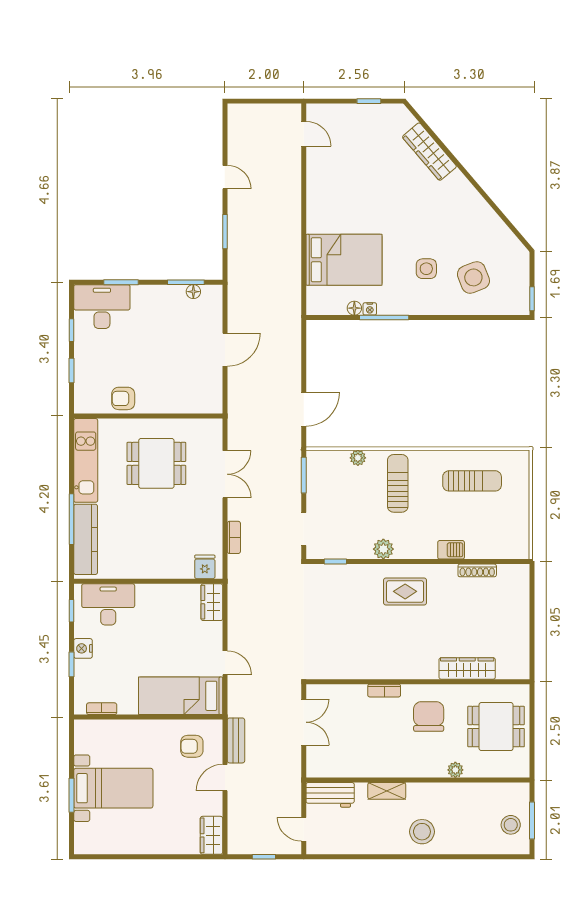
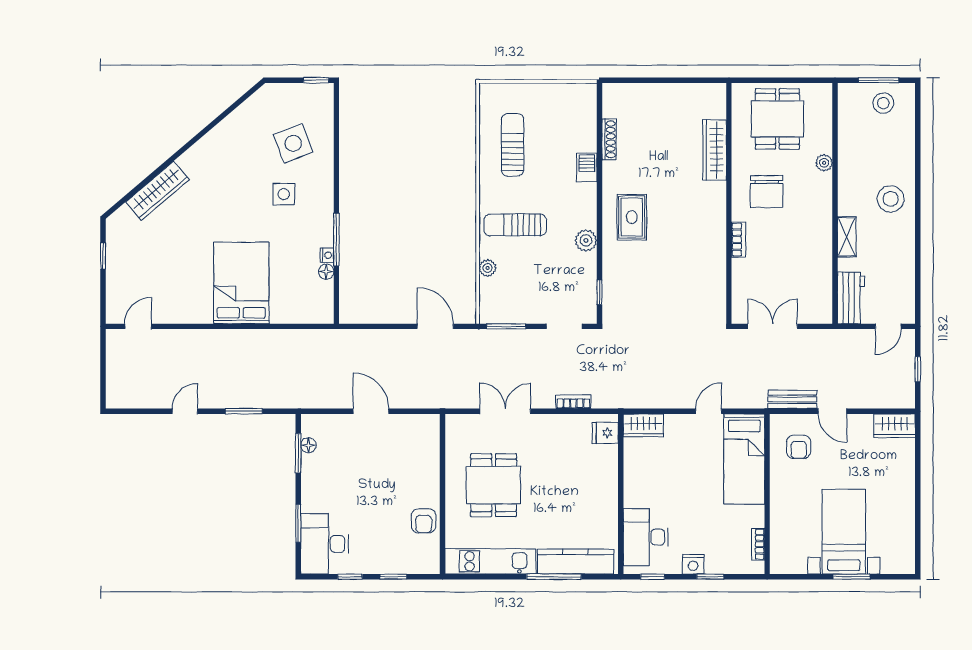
bed: (344, 260) -> (241, 283), moved
chair: (429, 717) -> (767, 192), turned -90

